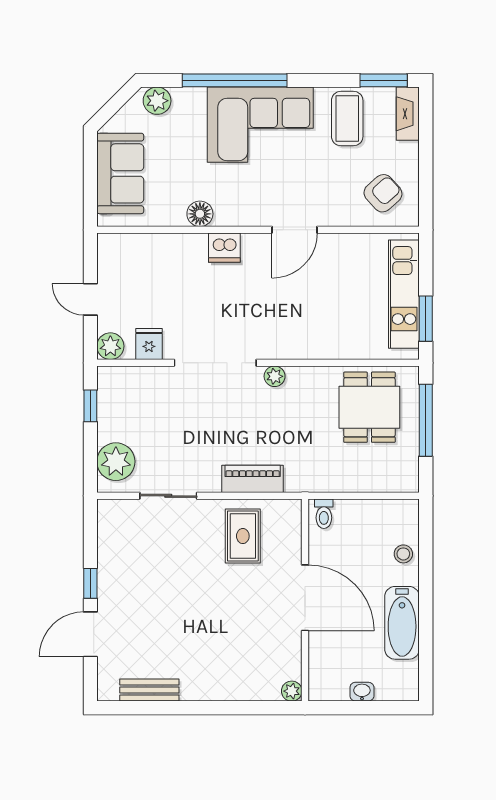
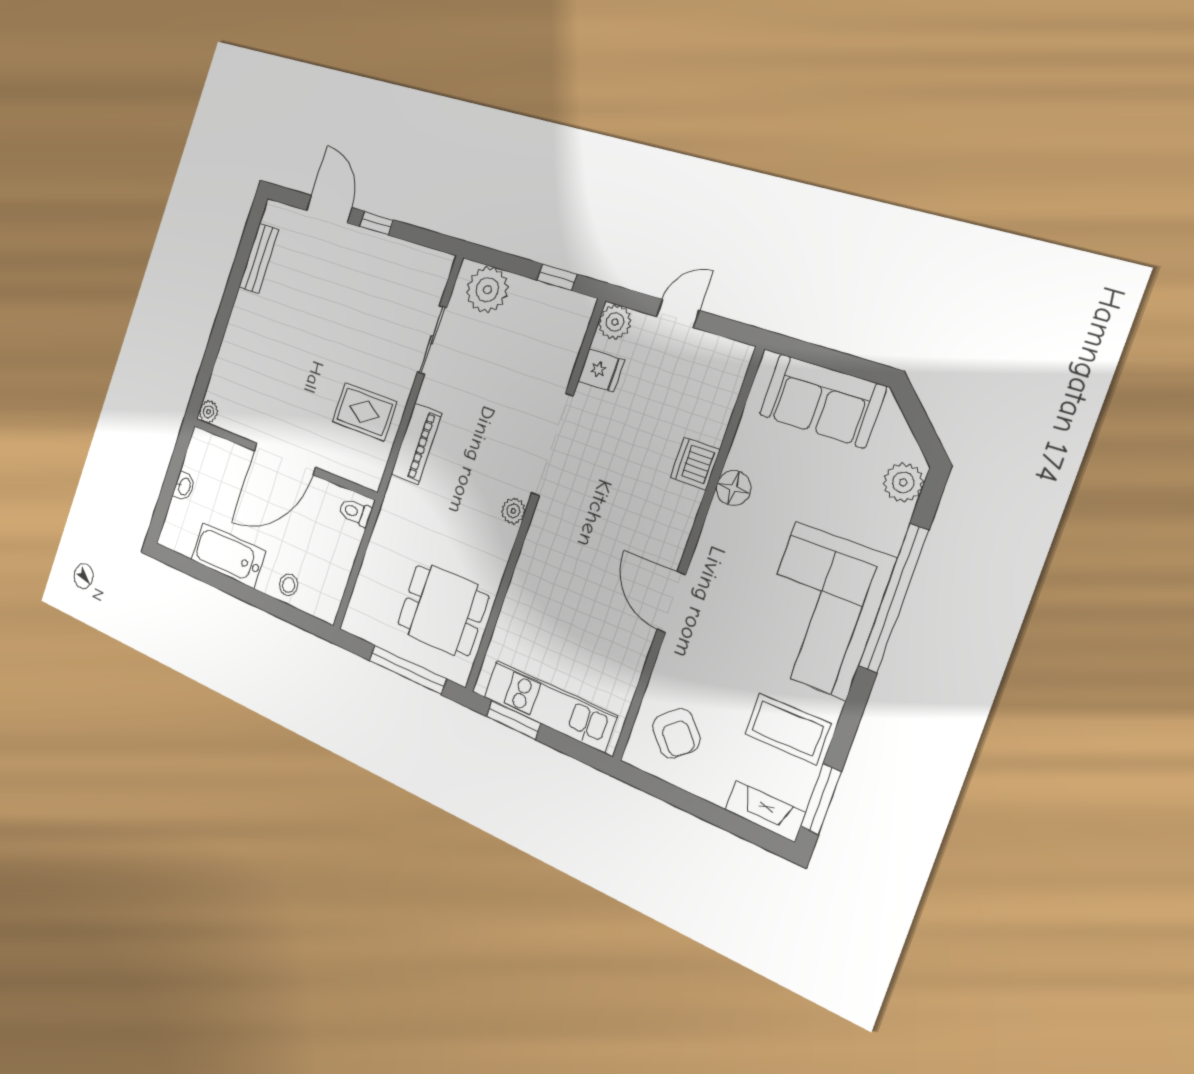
dishwasher: (224, 248) -> (695, 464), moved

